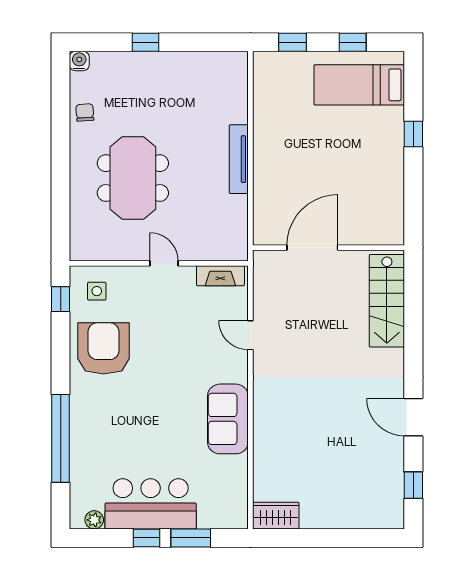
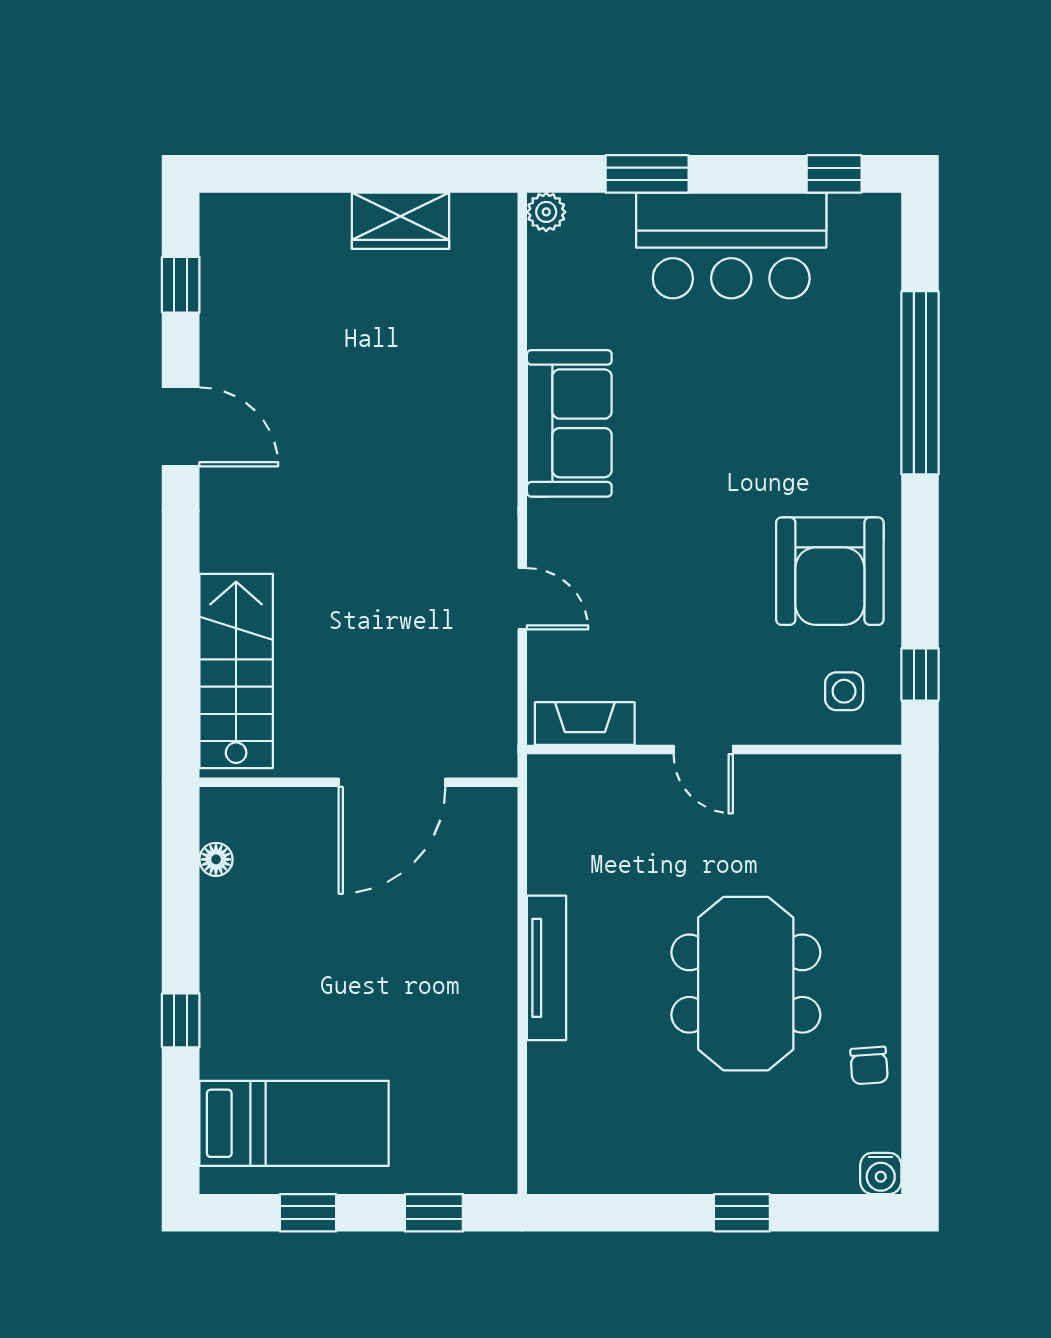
meeting table: (133, 178) -> (746, 984), moved
floor lamp: (396, 211) -> (216, 859), added
wardrobe: (276, 516) -> (400, 221), moved
plant: (94, 520) -> (546, 212), moved
window: (146, 538) -> (834, 174), moved

